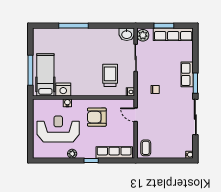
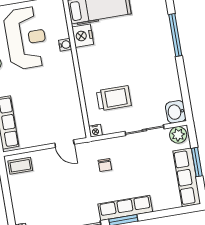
row of seats: (187, 74) -> (125, 208), width x1.48
door: (136, 115) -> (64, 144), swing flipped
armchair: (97, 117) -> (52, 90), removed

